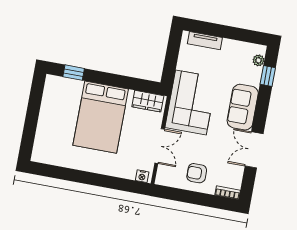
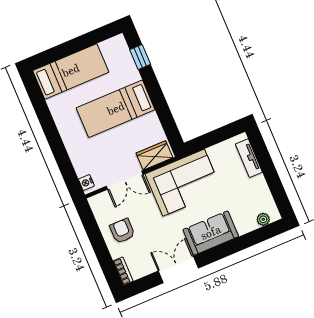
window: (268, 76) -> (255, 237), removed
wardrobe: (148, 101) -> (154, 155), moved, turned 90
bed: (101, 117) -> (116, 109), width x0.67
bed: (50, 132) -> (71, 71), added

